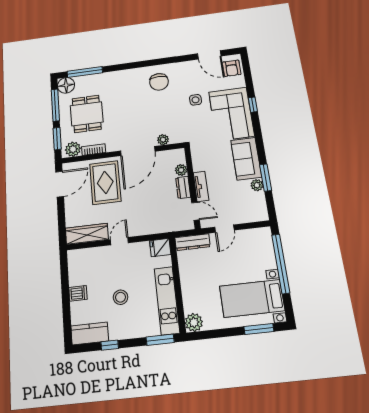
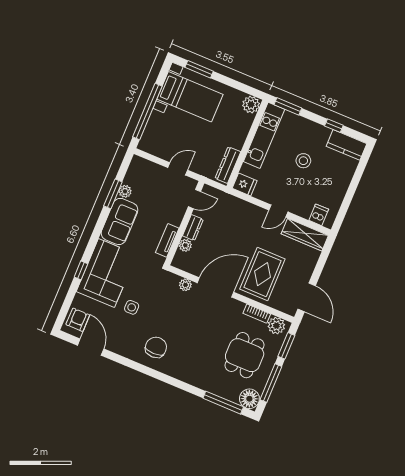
door: (60, 184) -> (307, 297), swing flipped
tv unit: (201, 186) -> (167, 240), moved
door: (195, 211) -> (194, 199), swing flipped
dresser: (192, 242) -> (228, 165), moved, turned -90
dishwasher: (78, 293) -> (319, 215), moved, turned 90

